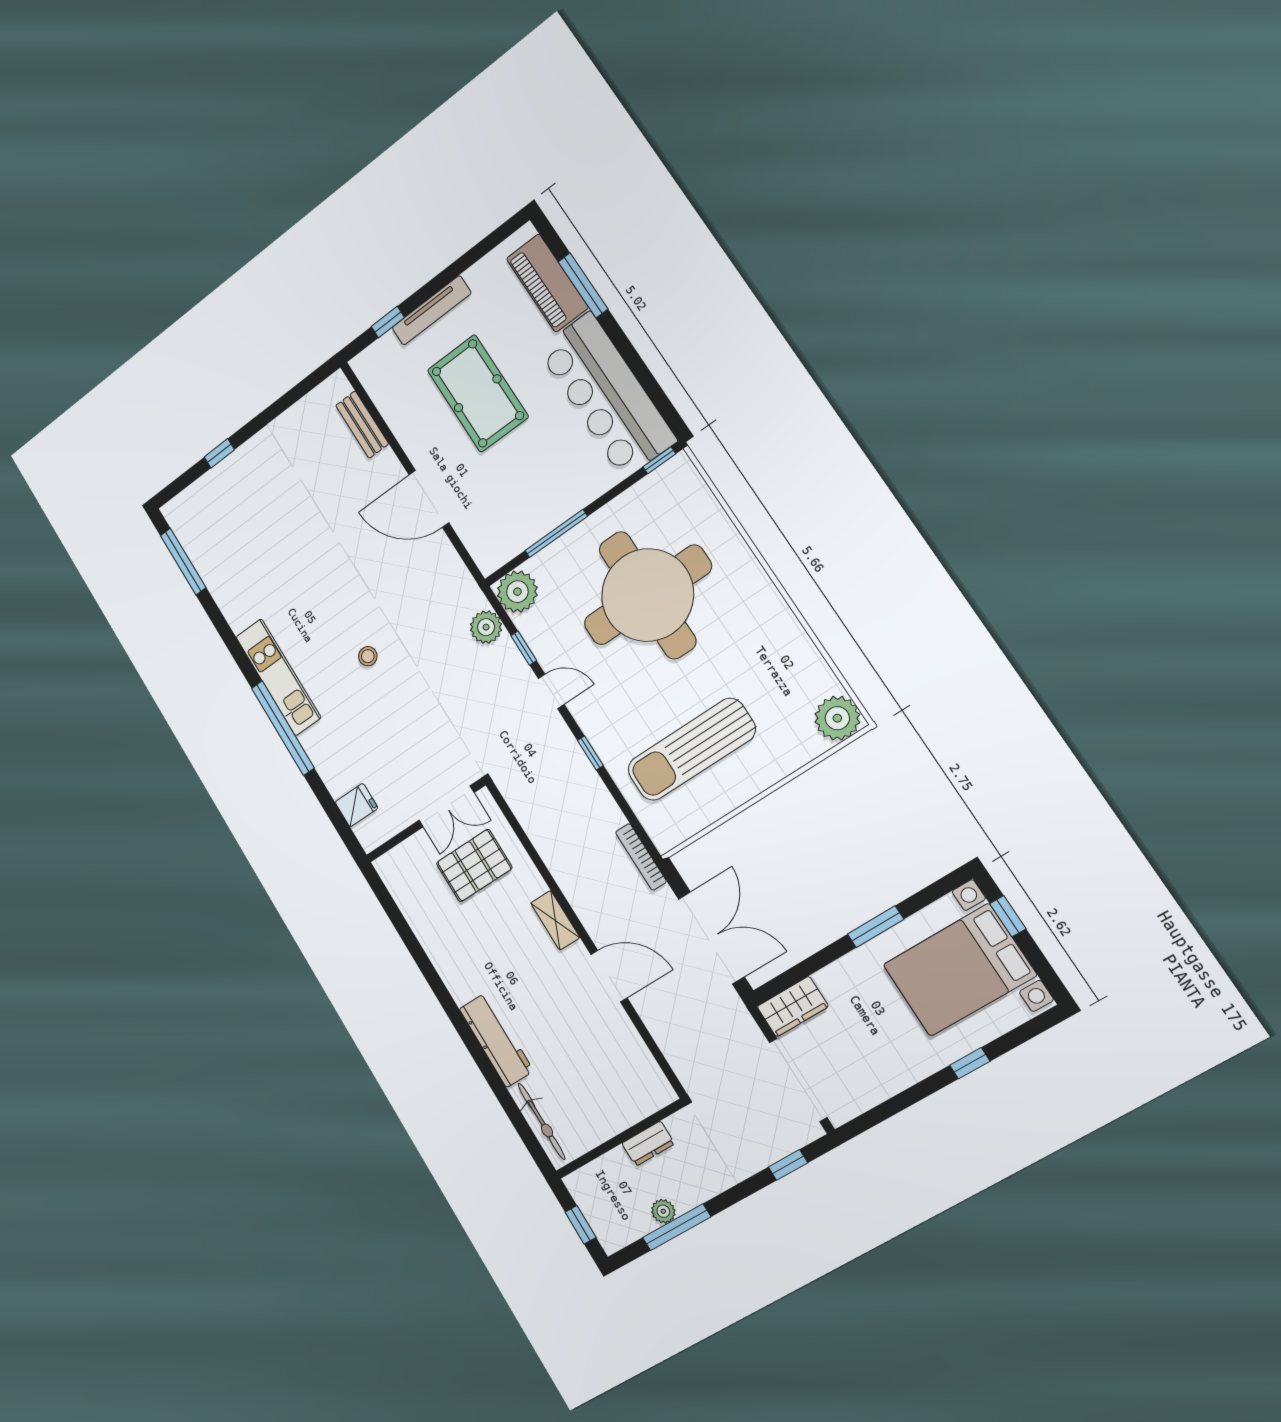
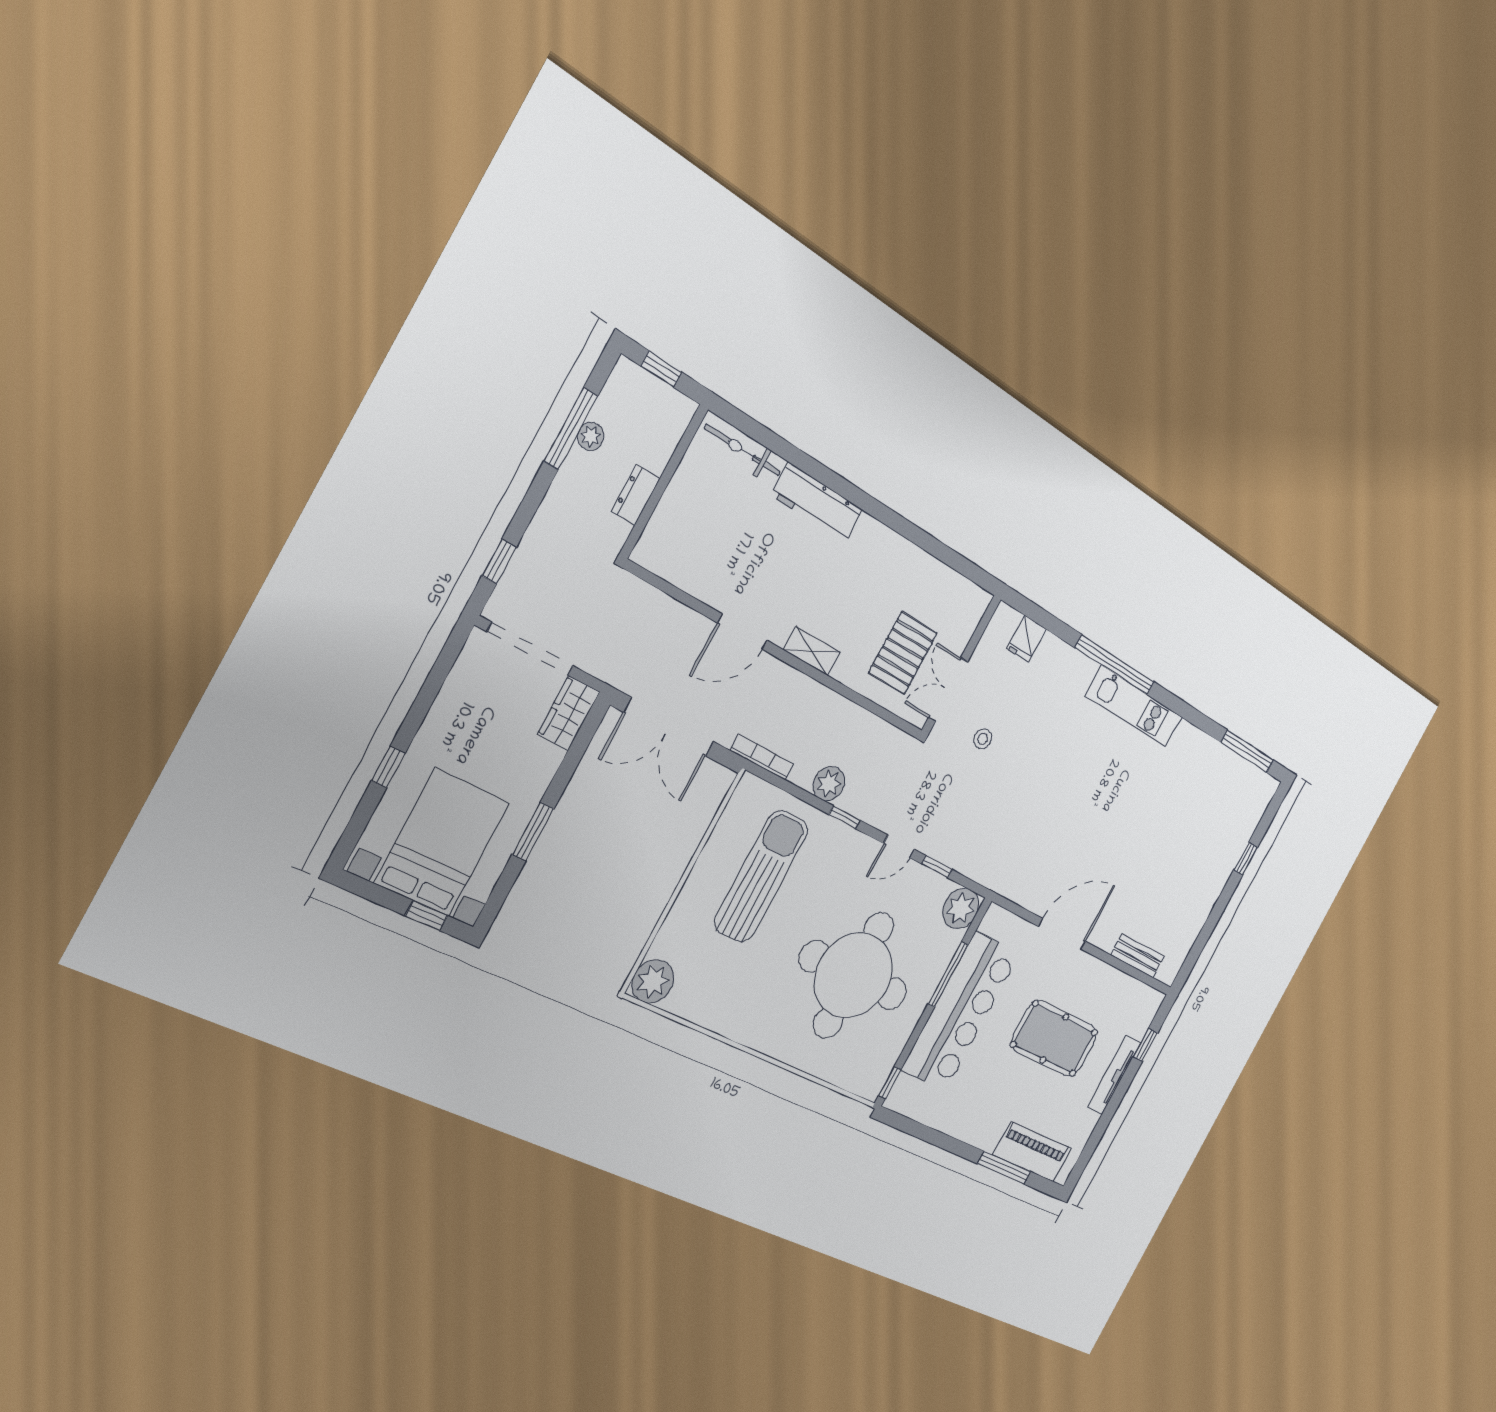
bar counter: (607, 395) -> (961, 1011), moved, turned 90
plant: (486, 627) -> (829, 784), moved
stool: (368, 656) -> (983, 739), moved

